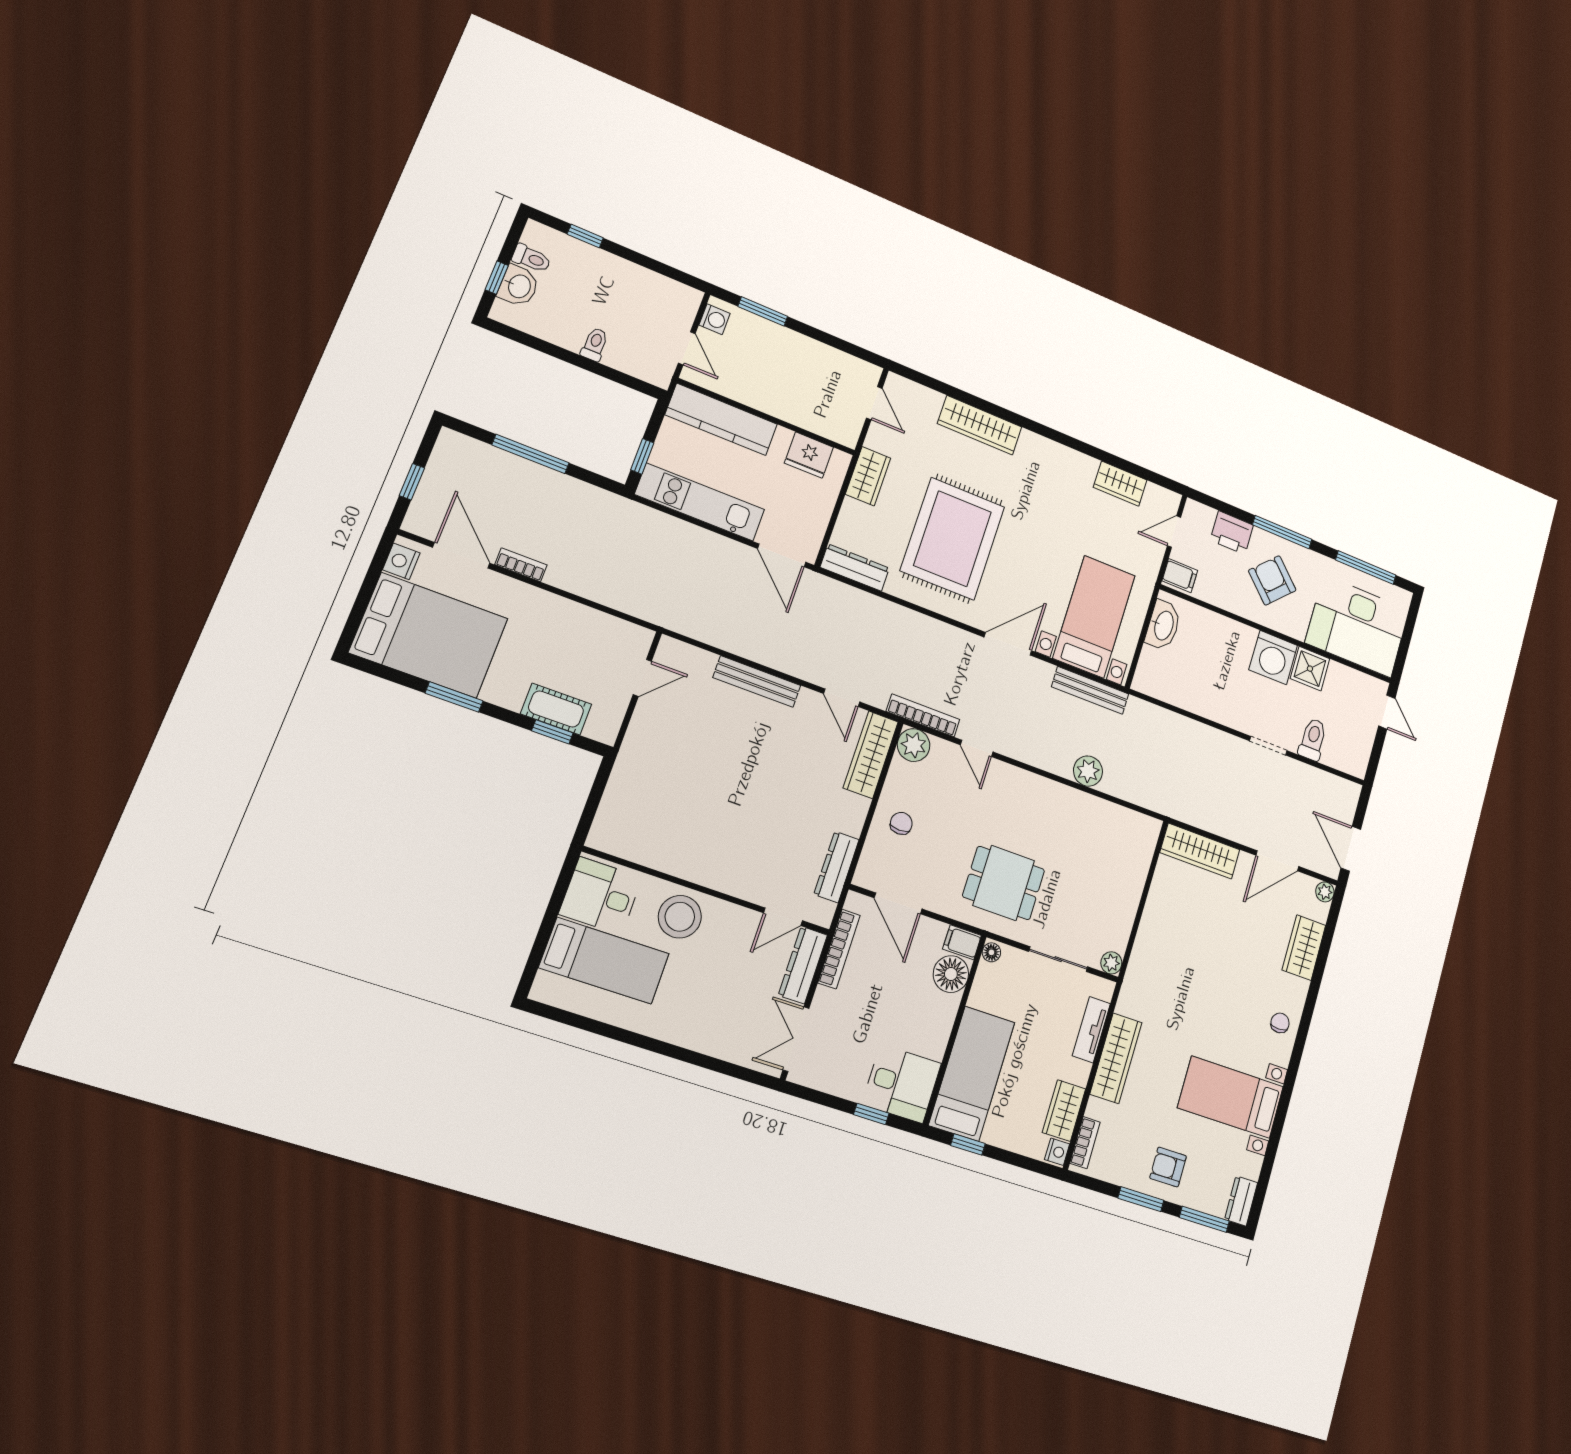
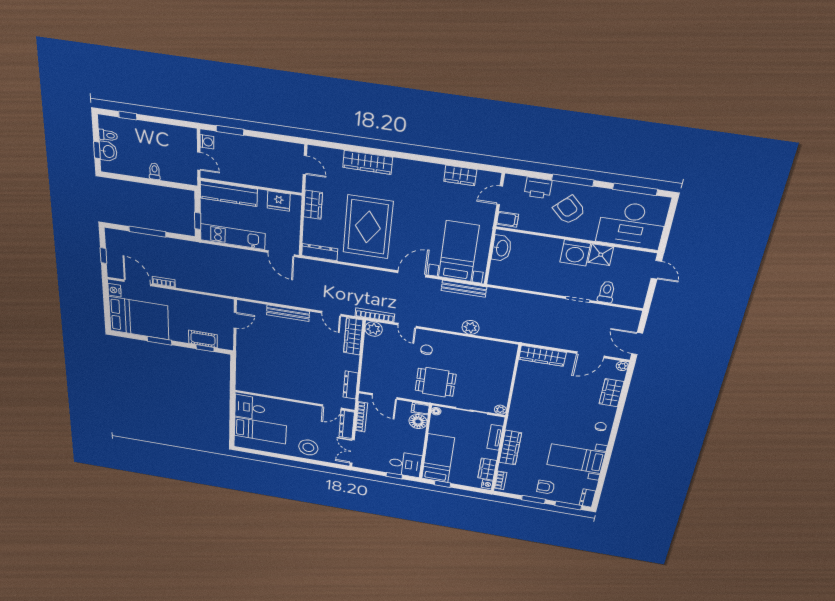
chair: (901, 823) -> (427, 350), moved
stool: (680, 917) -> (308, 447), moved

